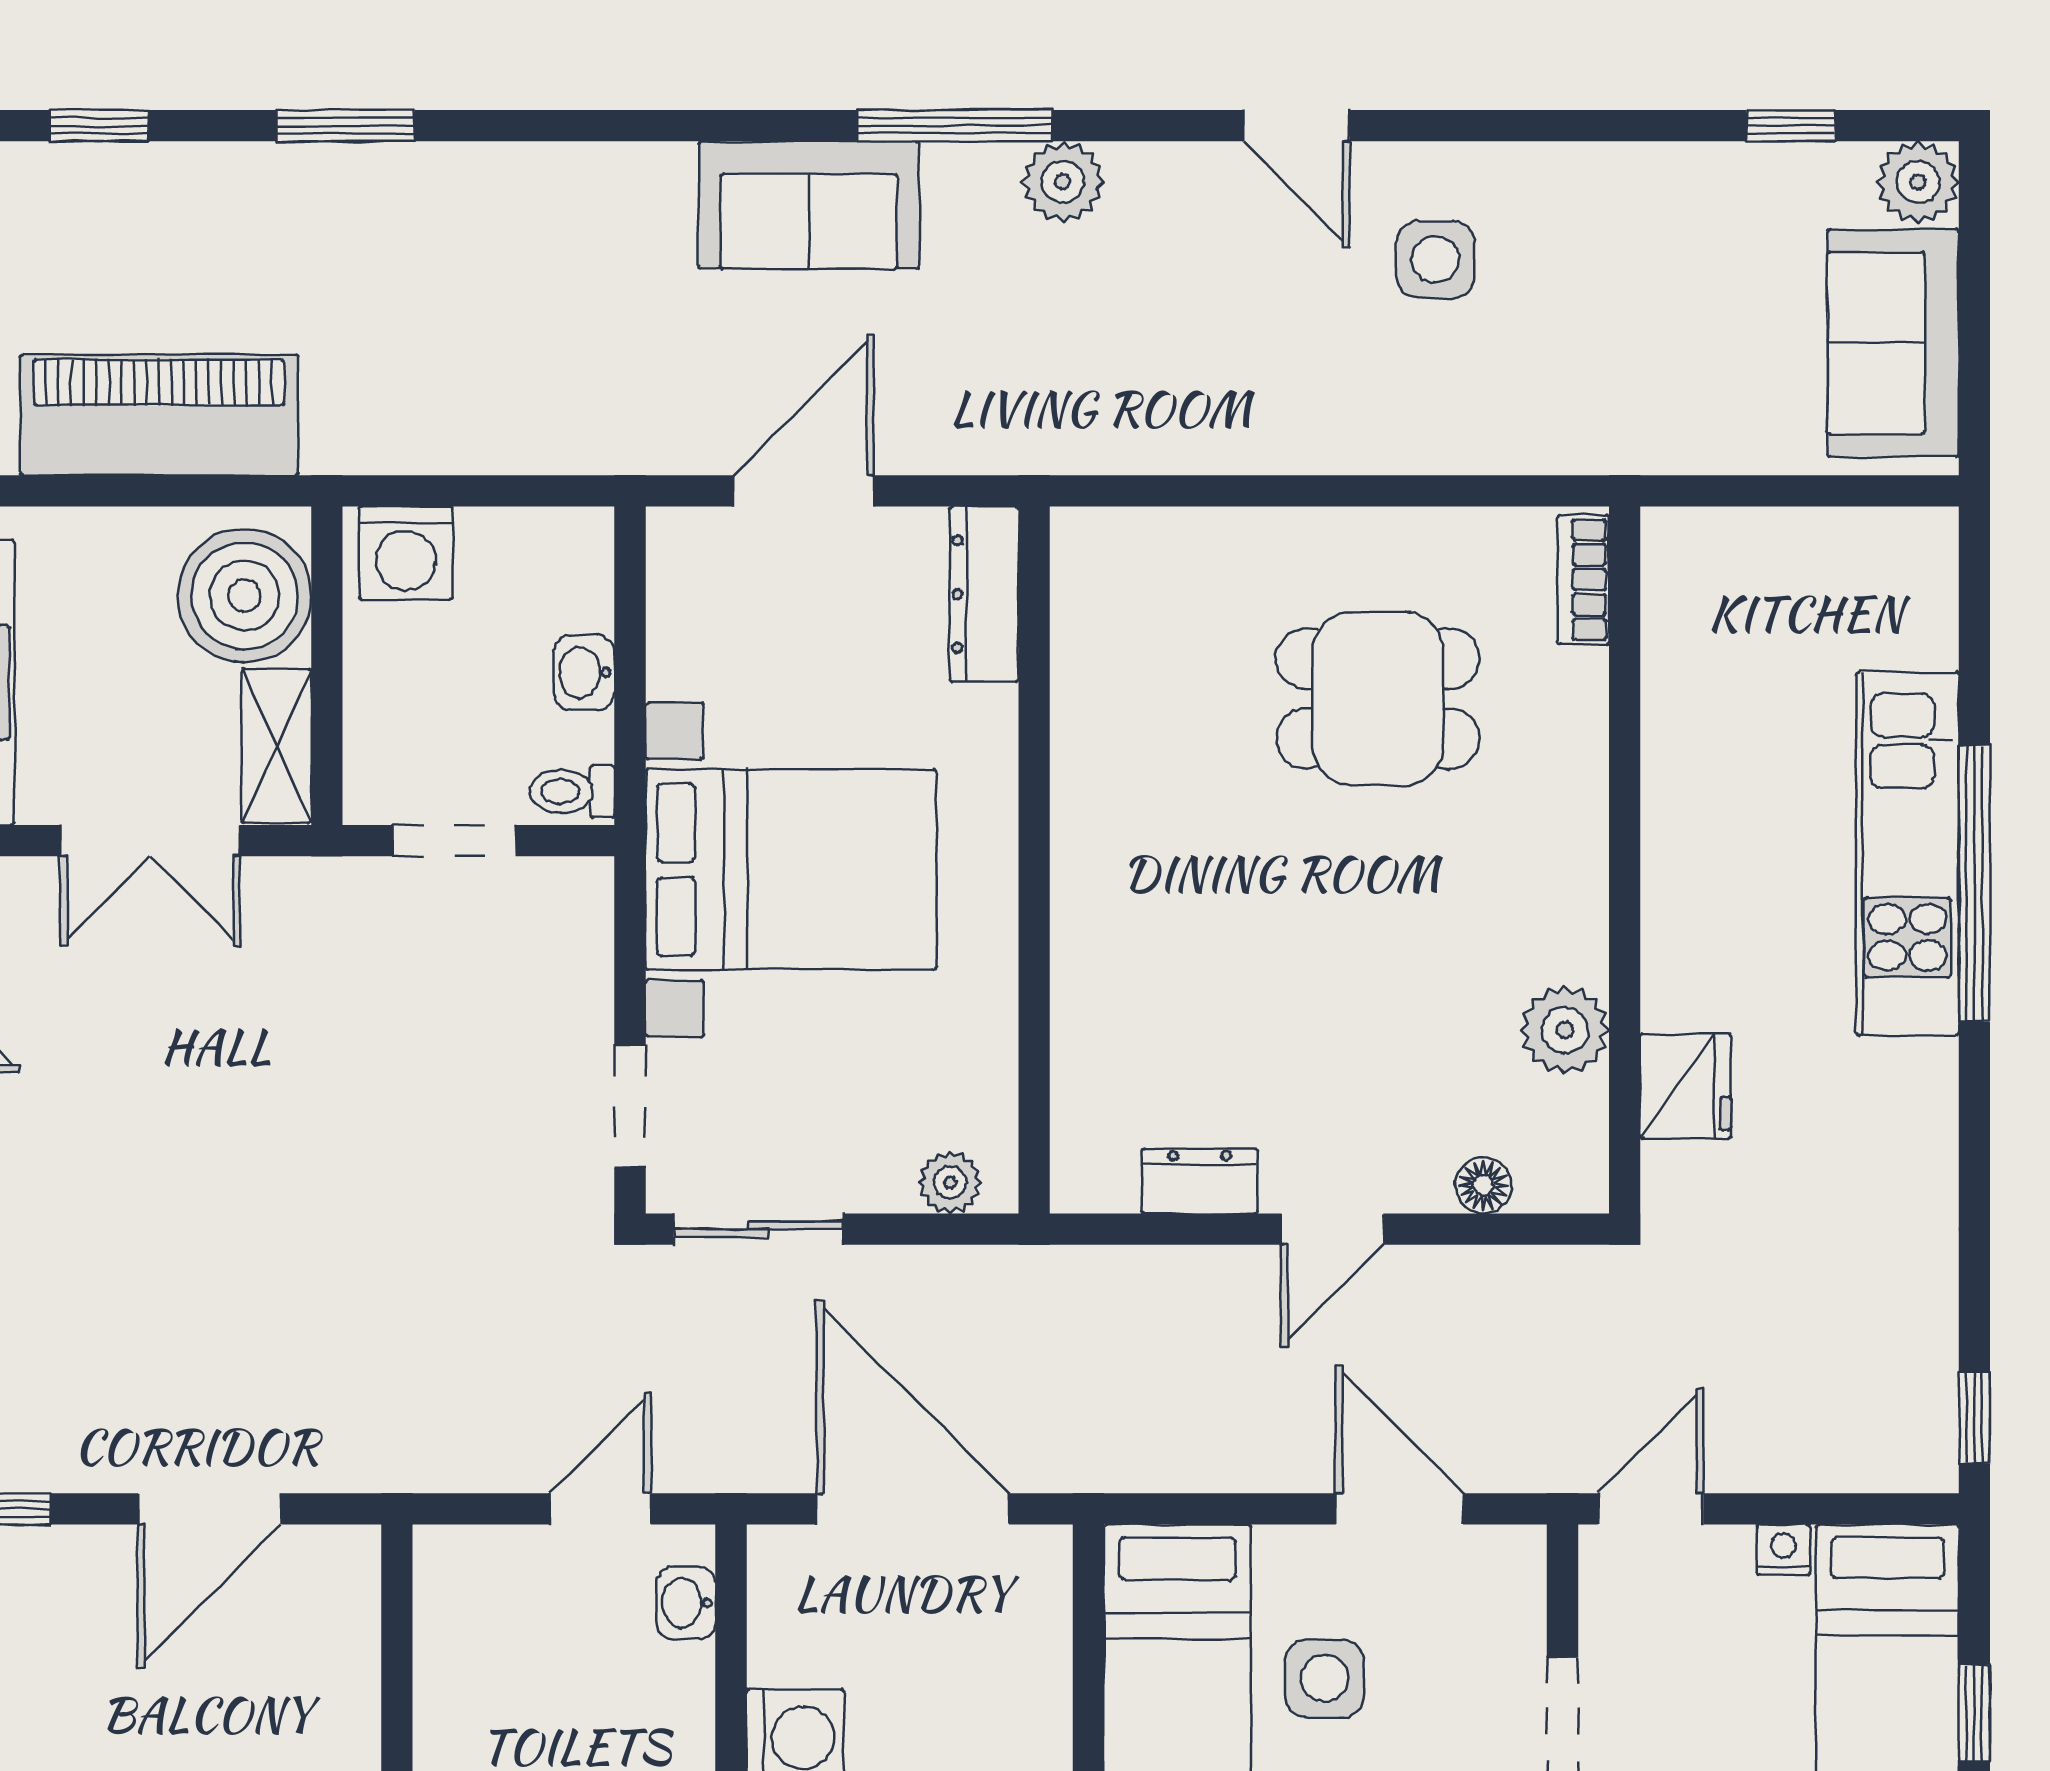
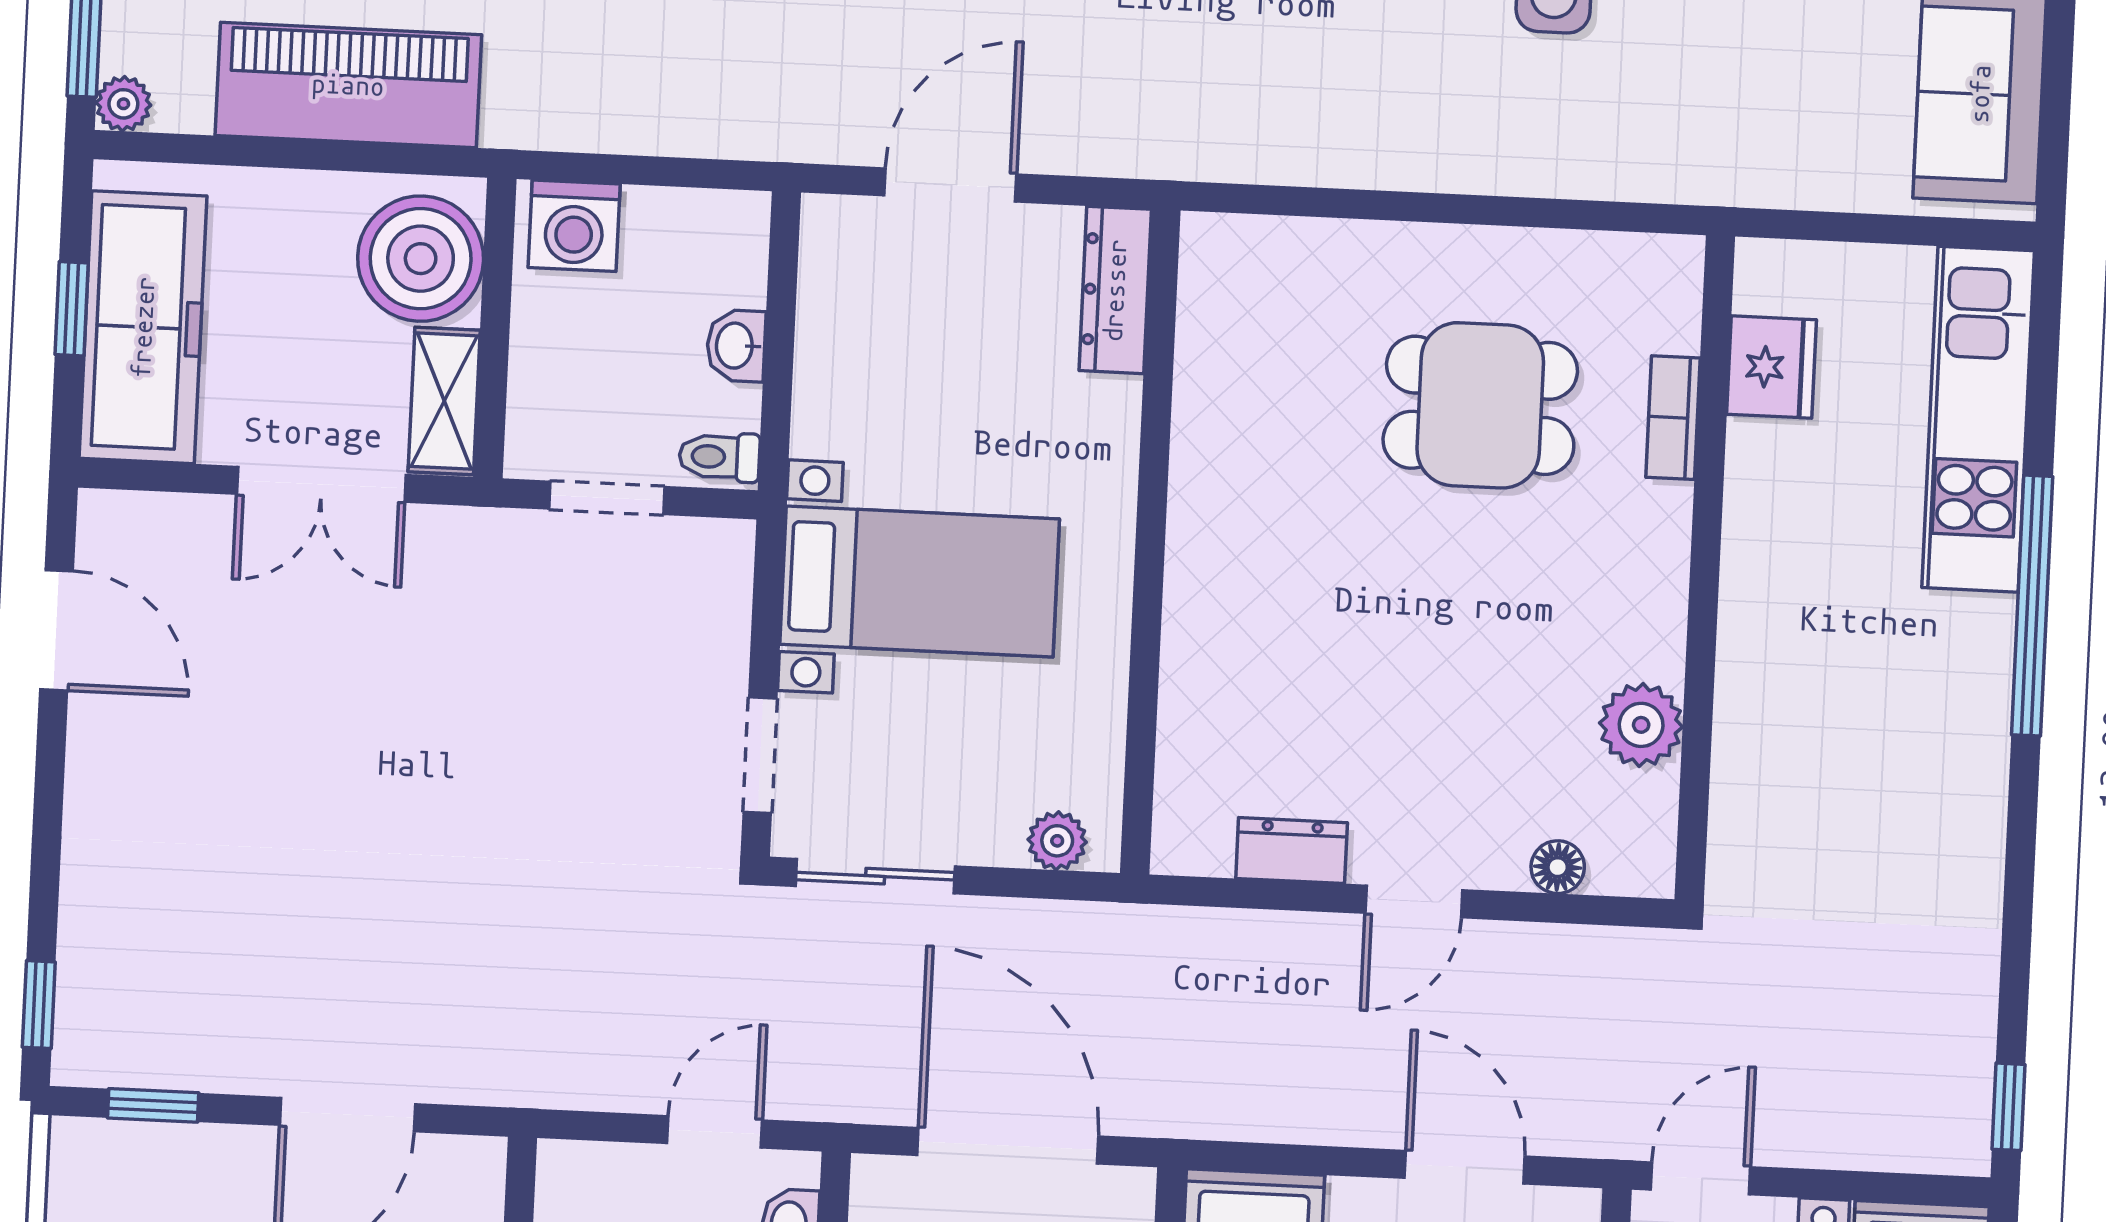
bookcase: (1583, 580) -> (1673, 418), moved
kitchen unit: (1908, 854) -> (1978, 419), moved
bed with nightstands: (791, 870) -> (920, 582), width x0.73
fridge: (1685, 1086) -> (1772, 367), moved

